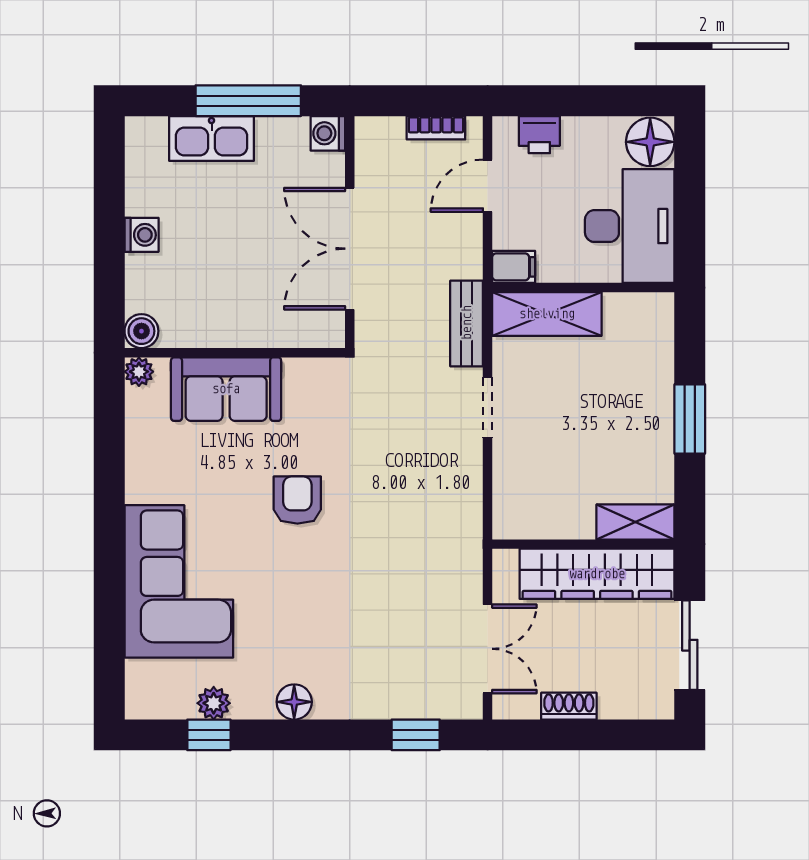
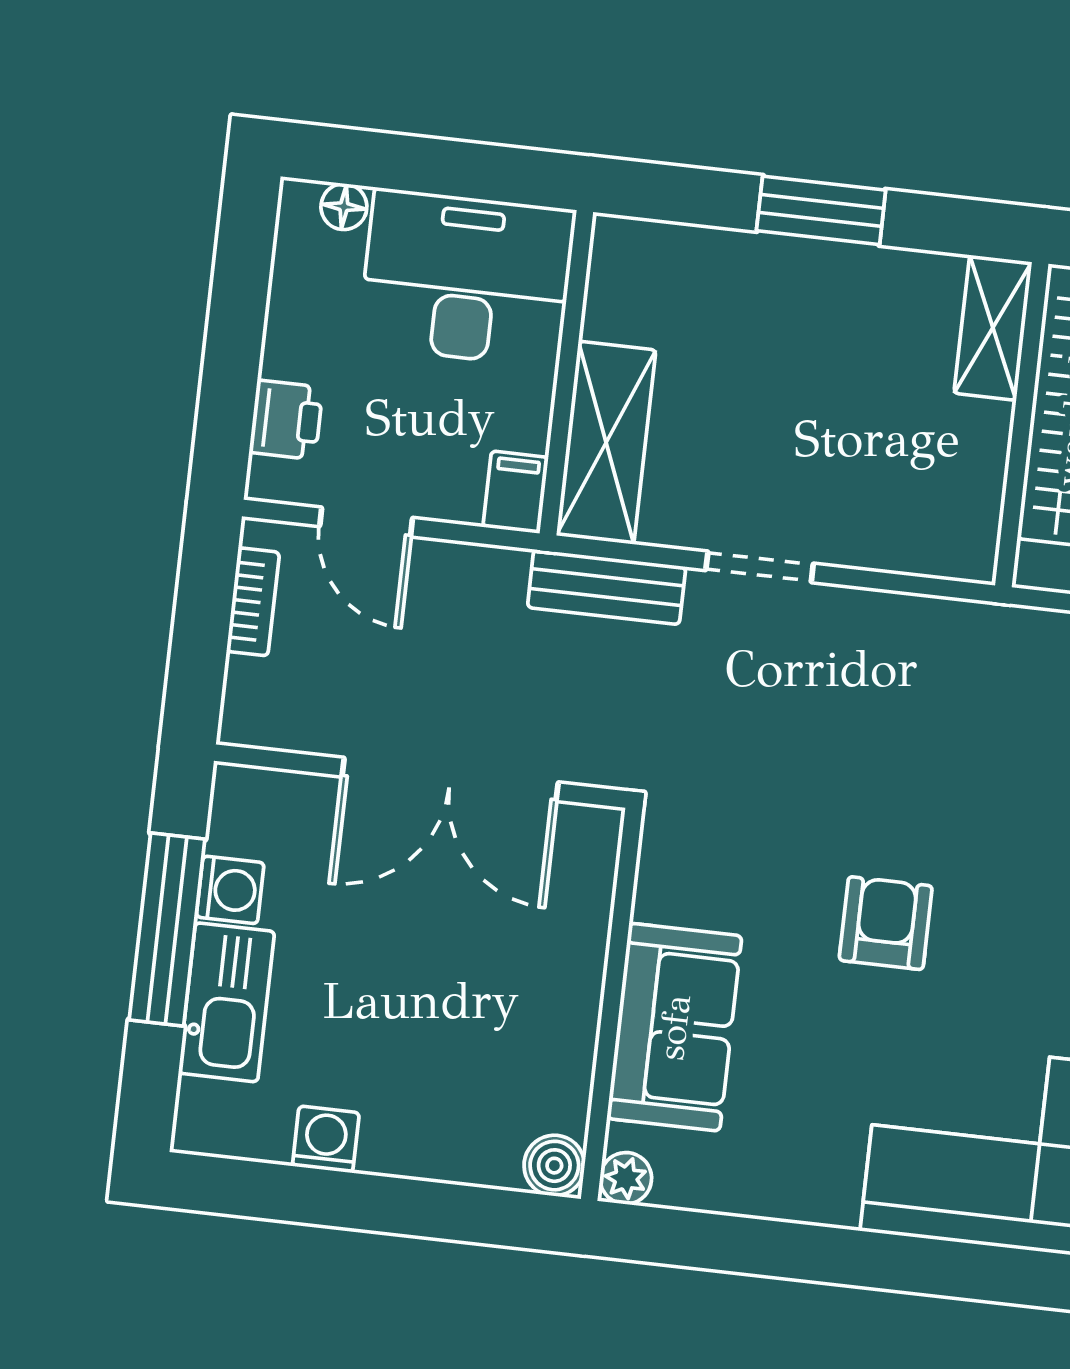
washing machine: (328, 133) -> (230, 890), moved, turned -90
floor lamp: (650, 142) -> (344, 207), width x0.53, depth x0.53
washing machine: (142, 235) -> (326, 1139), moved
armchair: (297, 500) -> (886, 923), turned 90

